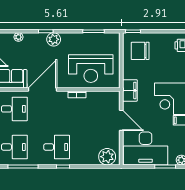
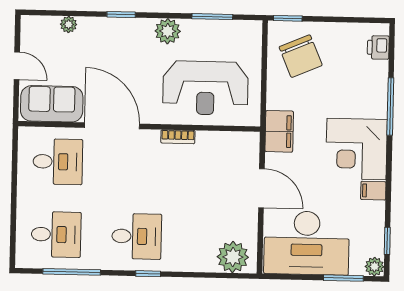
plant: (54, 39) -> (168, 31), moved
chair: (140, 51) -> (301, 56), turned -113
door: (42, 89) -> (112, 126), hinge flipped

